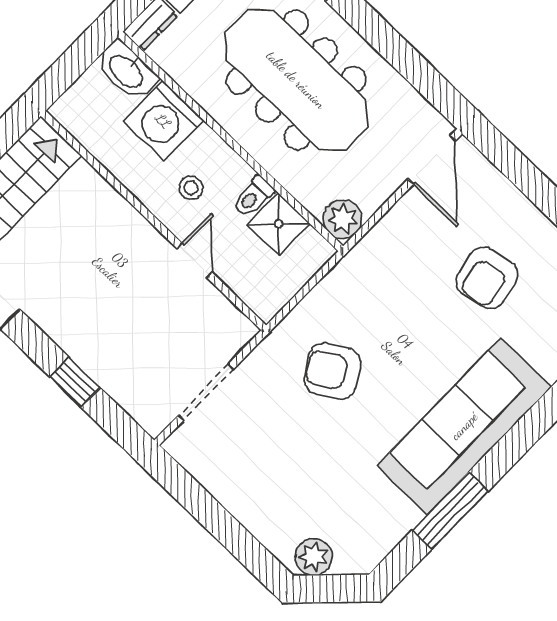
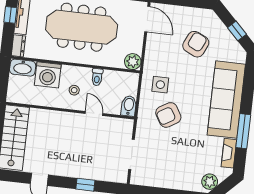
shower: (279, 224) -> (113, 80), removed
armchair: (487, 278) -> (196, 44), turned -144
bidet: (271, 297) -> (129, 106), added
side table: (361, 303) -> (160, 85), added
fireplace: (391, 531) -> (229, 153), added

